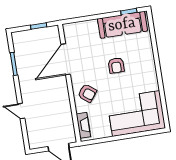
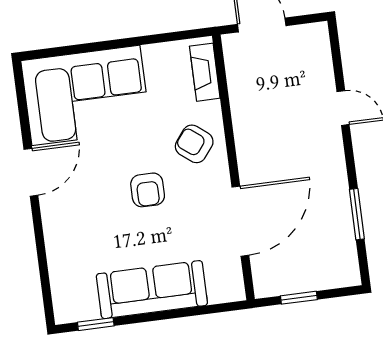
sofa: (122, 25) -> (152, 290), moved
armchair: (116, 65) -> (148, 190), moved, turned 180
door: (160, 78) -> (31, 172), added

